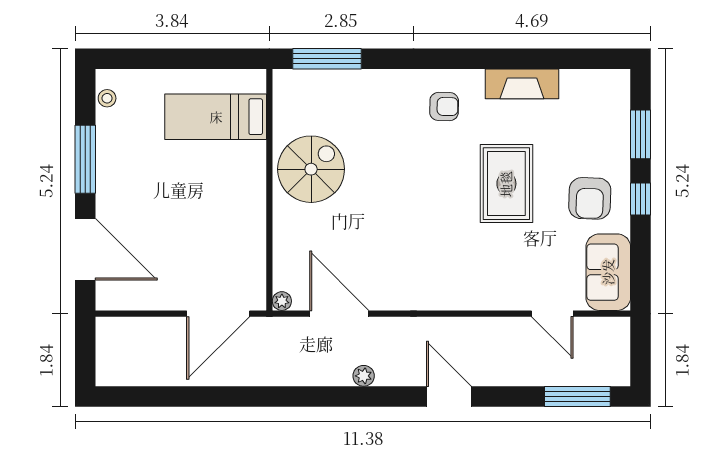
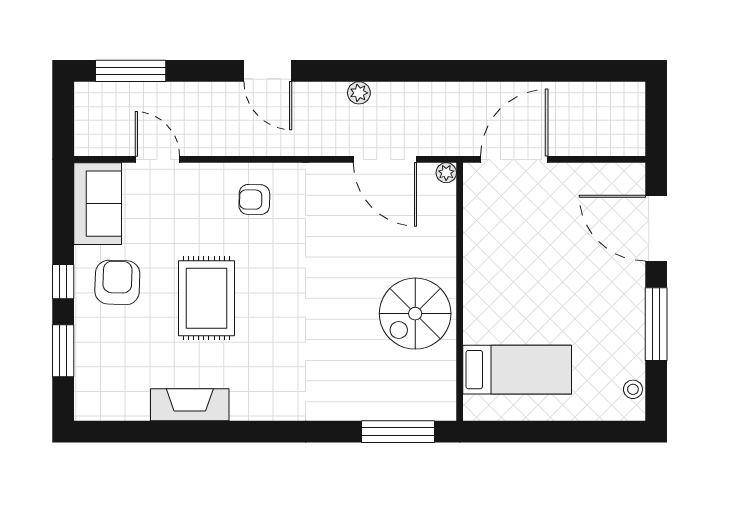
armchair: (444, 106) -> (254, 200), moved

